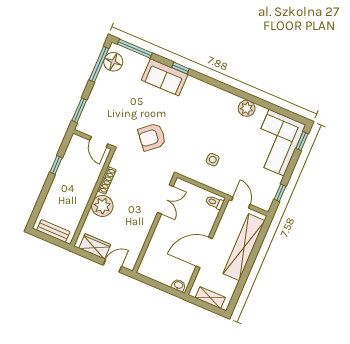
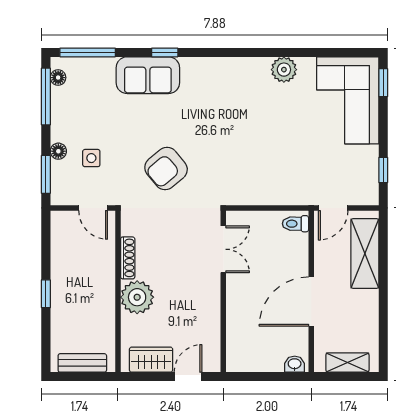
floor lamp: (113, 62) -> (58, 78), width x0.53, depth x0.53
floor lamp: (93, 100) -> (58, 151), added
side table: (213, 160) -> (91, 158), moved
window: (56, 165) -> (46, 294), moved
door: (241, 203) -> (333, 208), swing flipped
shelving: (244, 247) -> (365, 253), width x0.68

